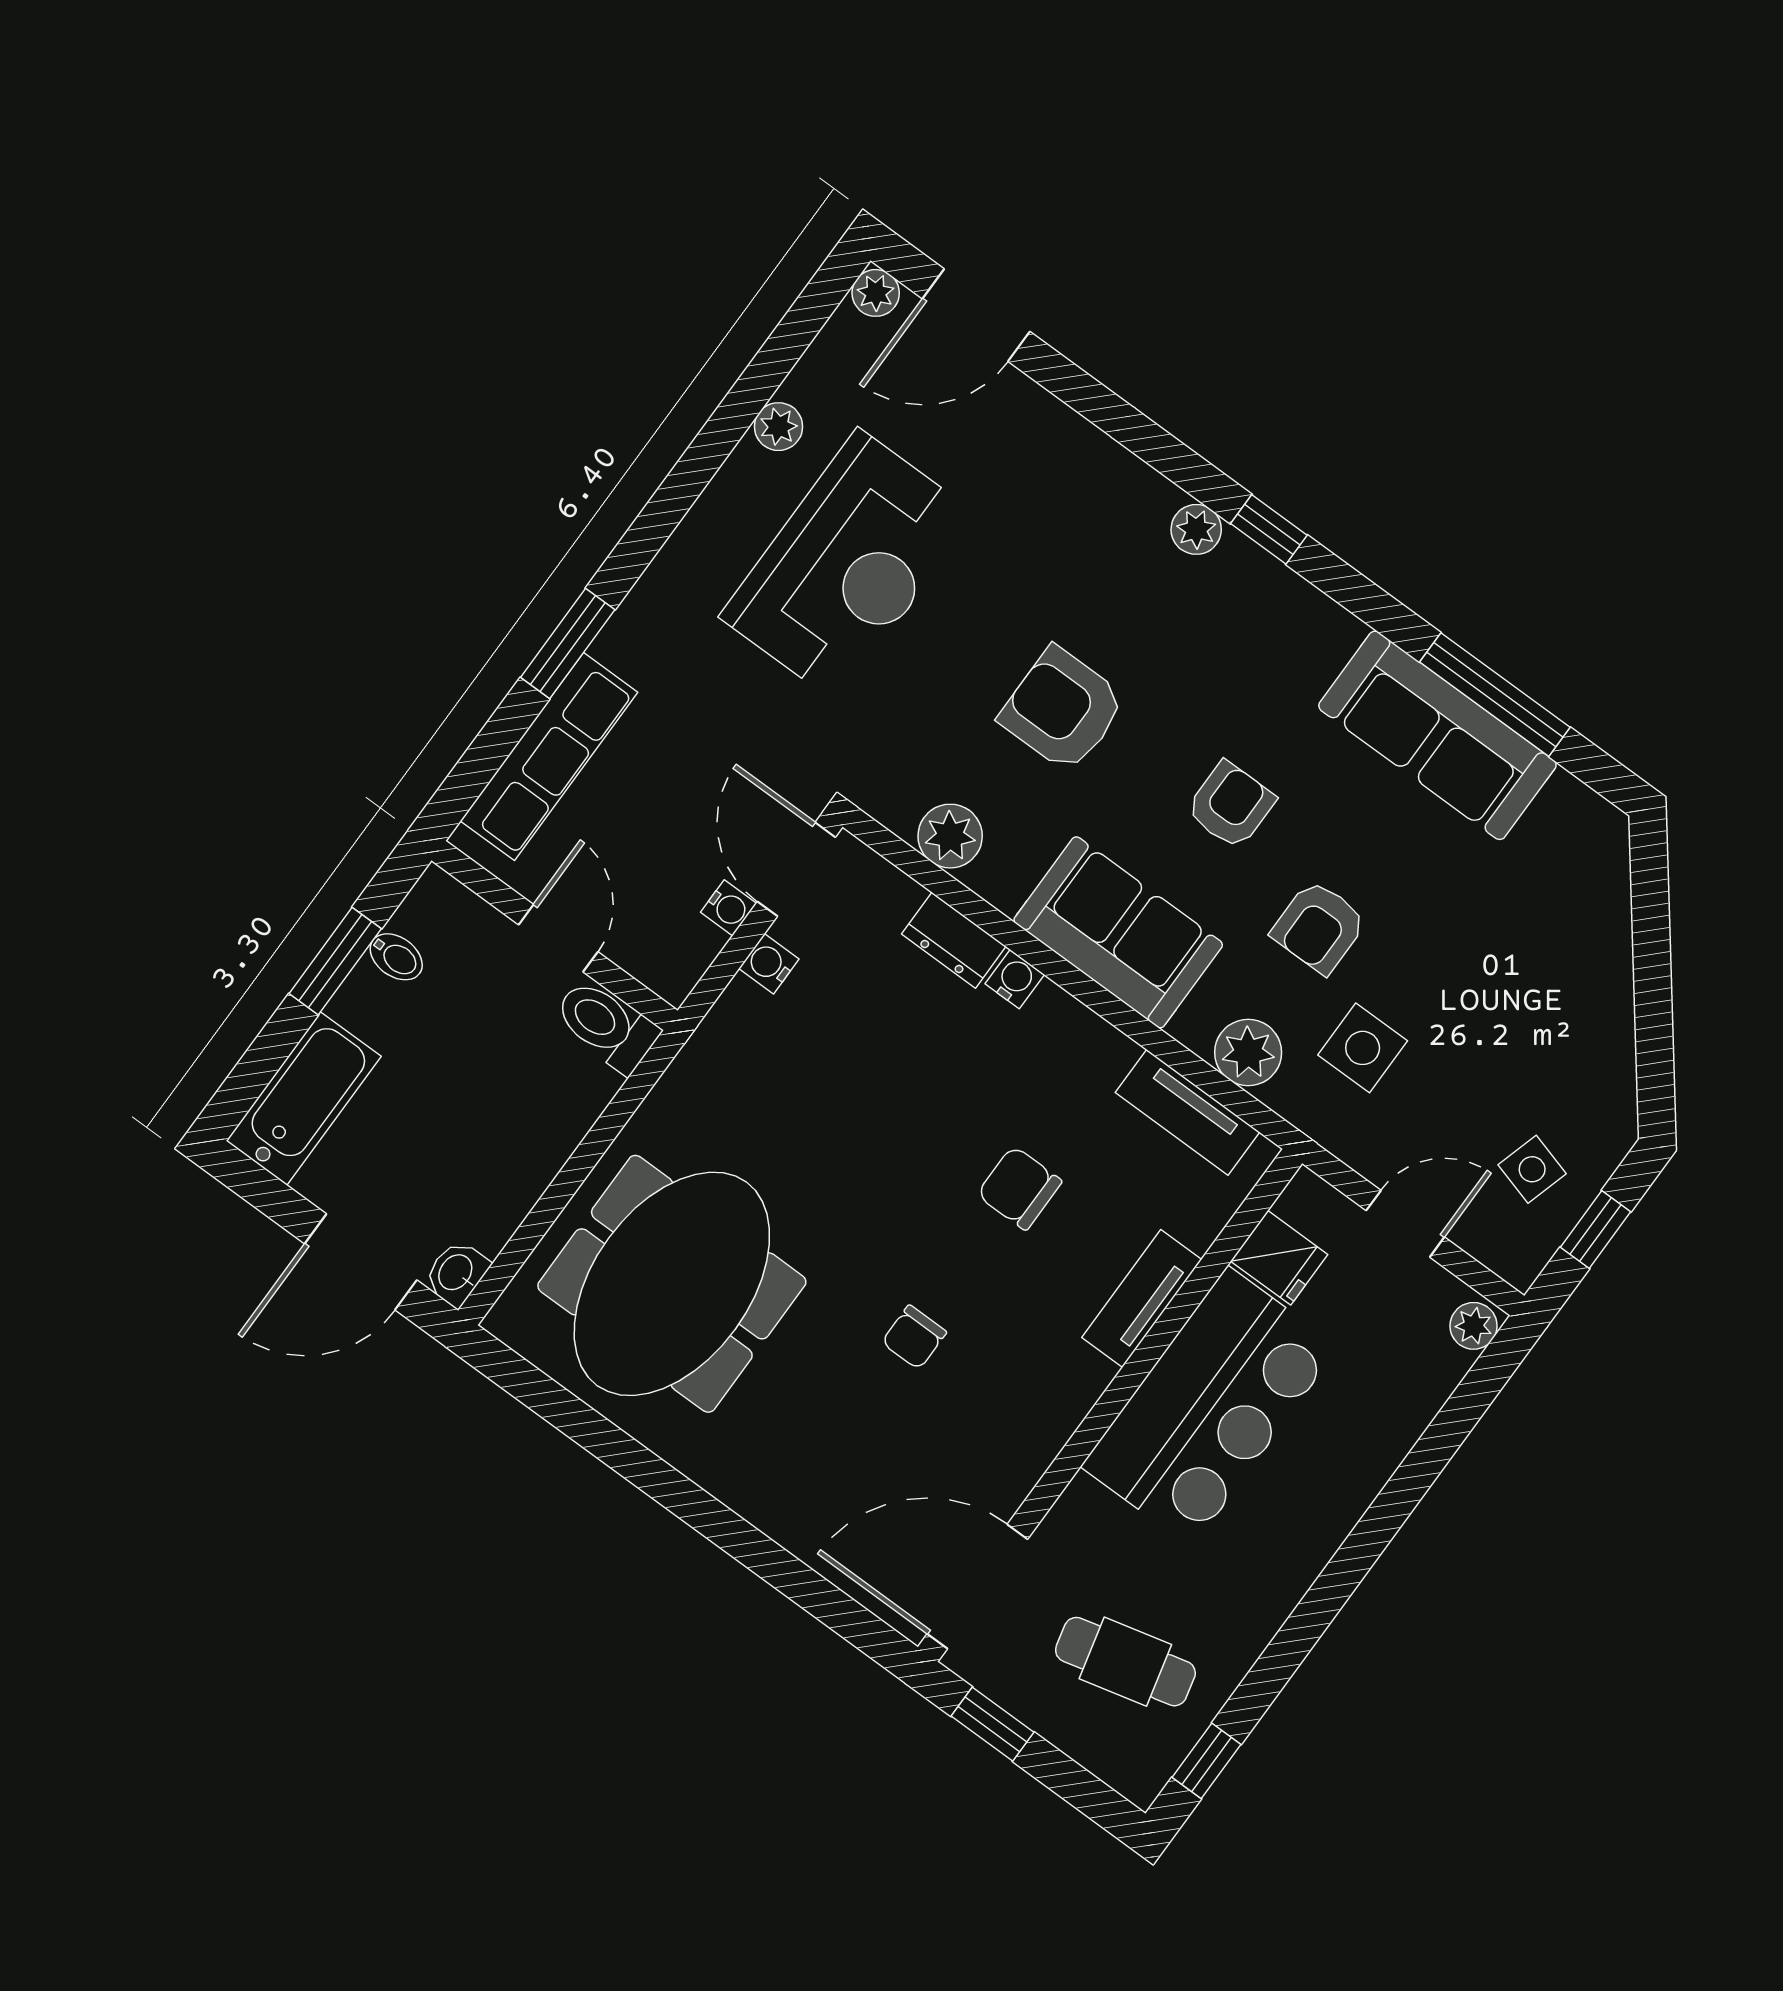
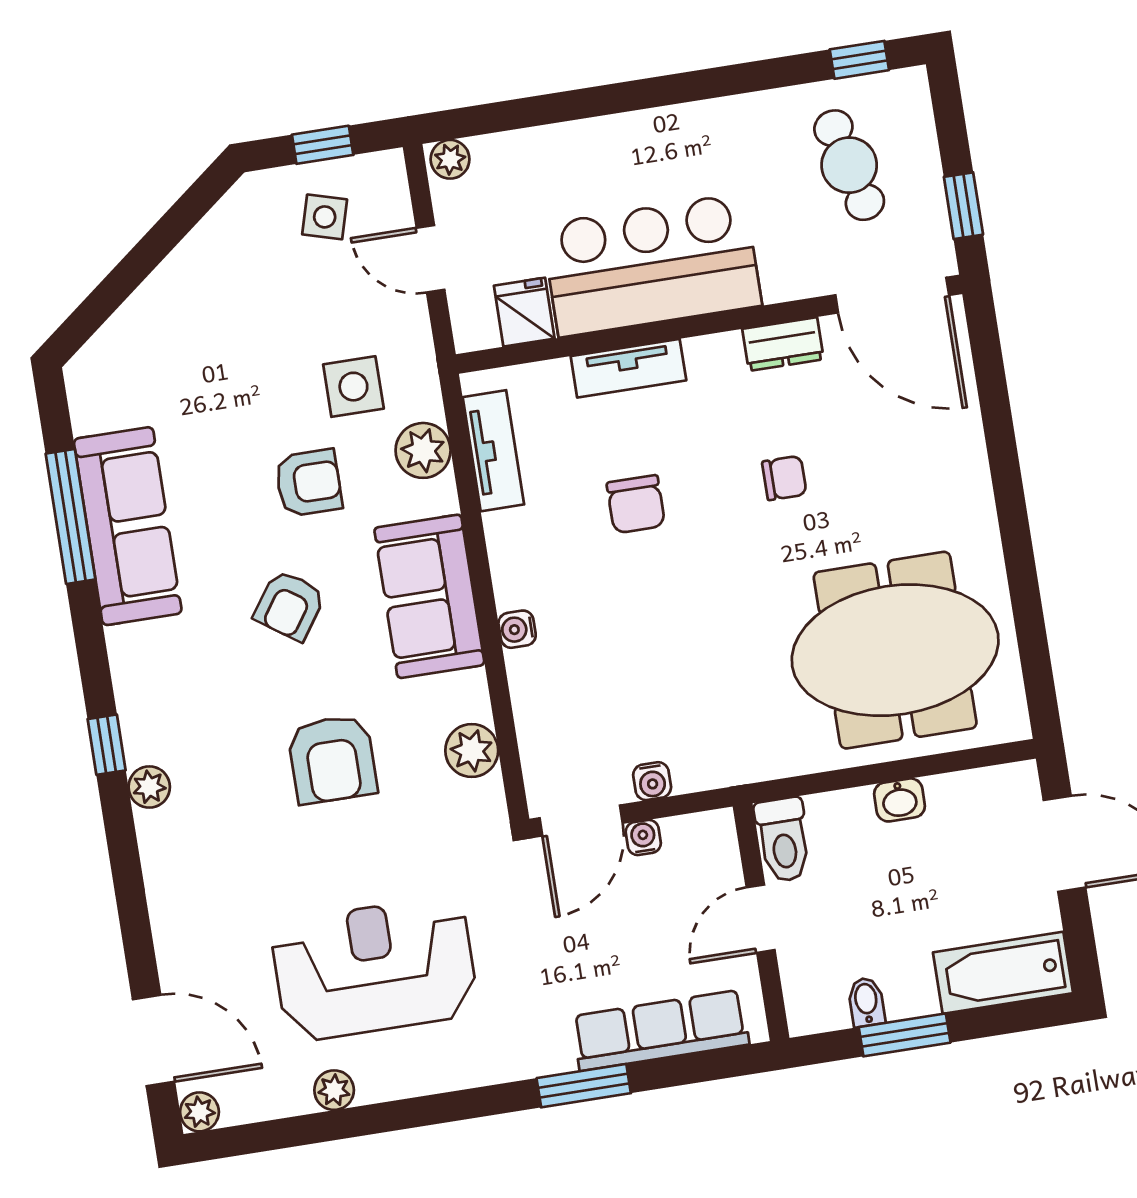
armchair: (1231, 805) -> (289, 605), turned -55
dresser: (954, 940) -> (783, 344), moved, turned 90
washbasin: (456, 1273) -> (899, 800), moved

